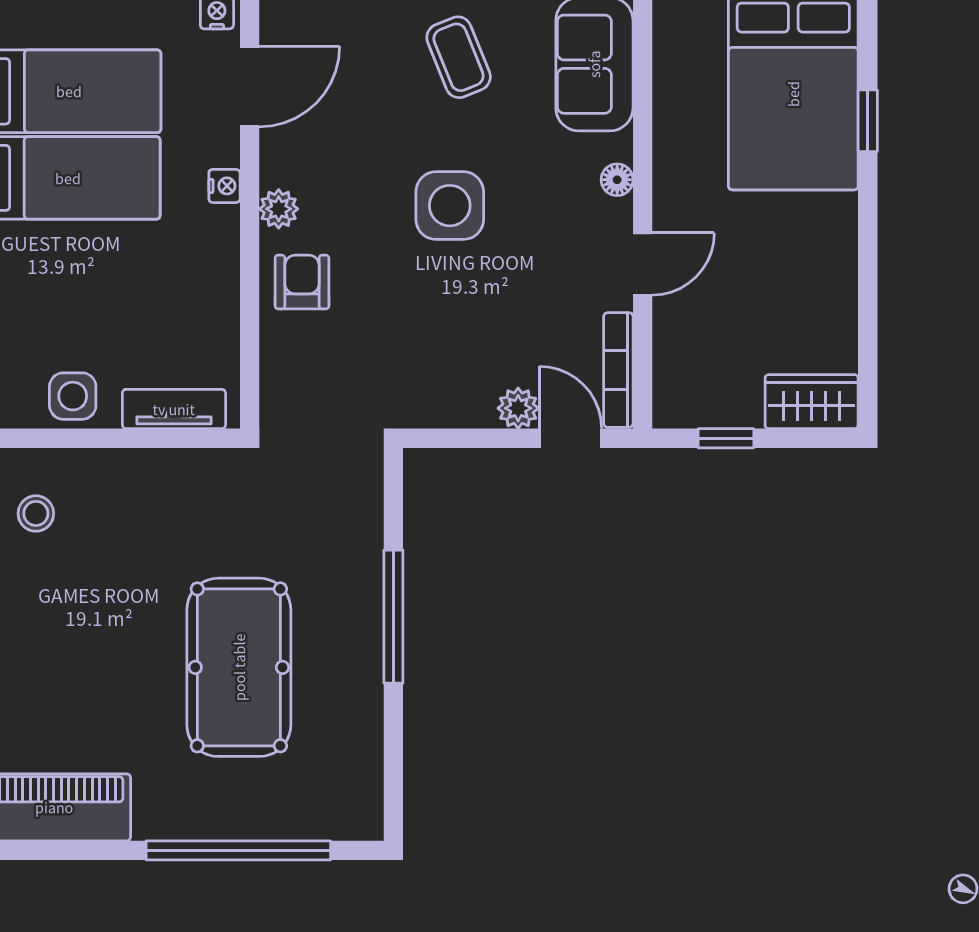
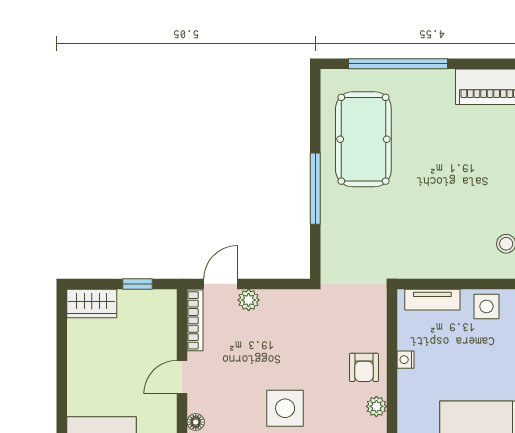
nightstand: (224, 186) -> (405, 360), moved
door: (570, 438) -> (221, 284), swing flipped
pool table: (239, 667) -> (363, 139), moved

